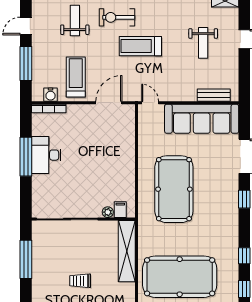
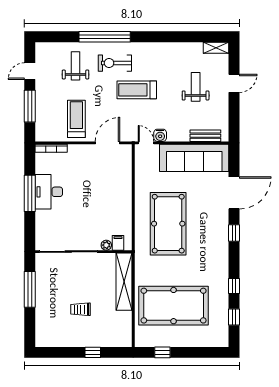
weight bench: (203, 43) -> (196, 87), turned 180
water cooler: (51, 95) -> (160, 135), moved

